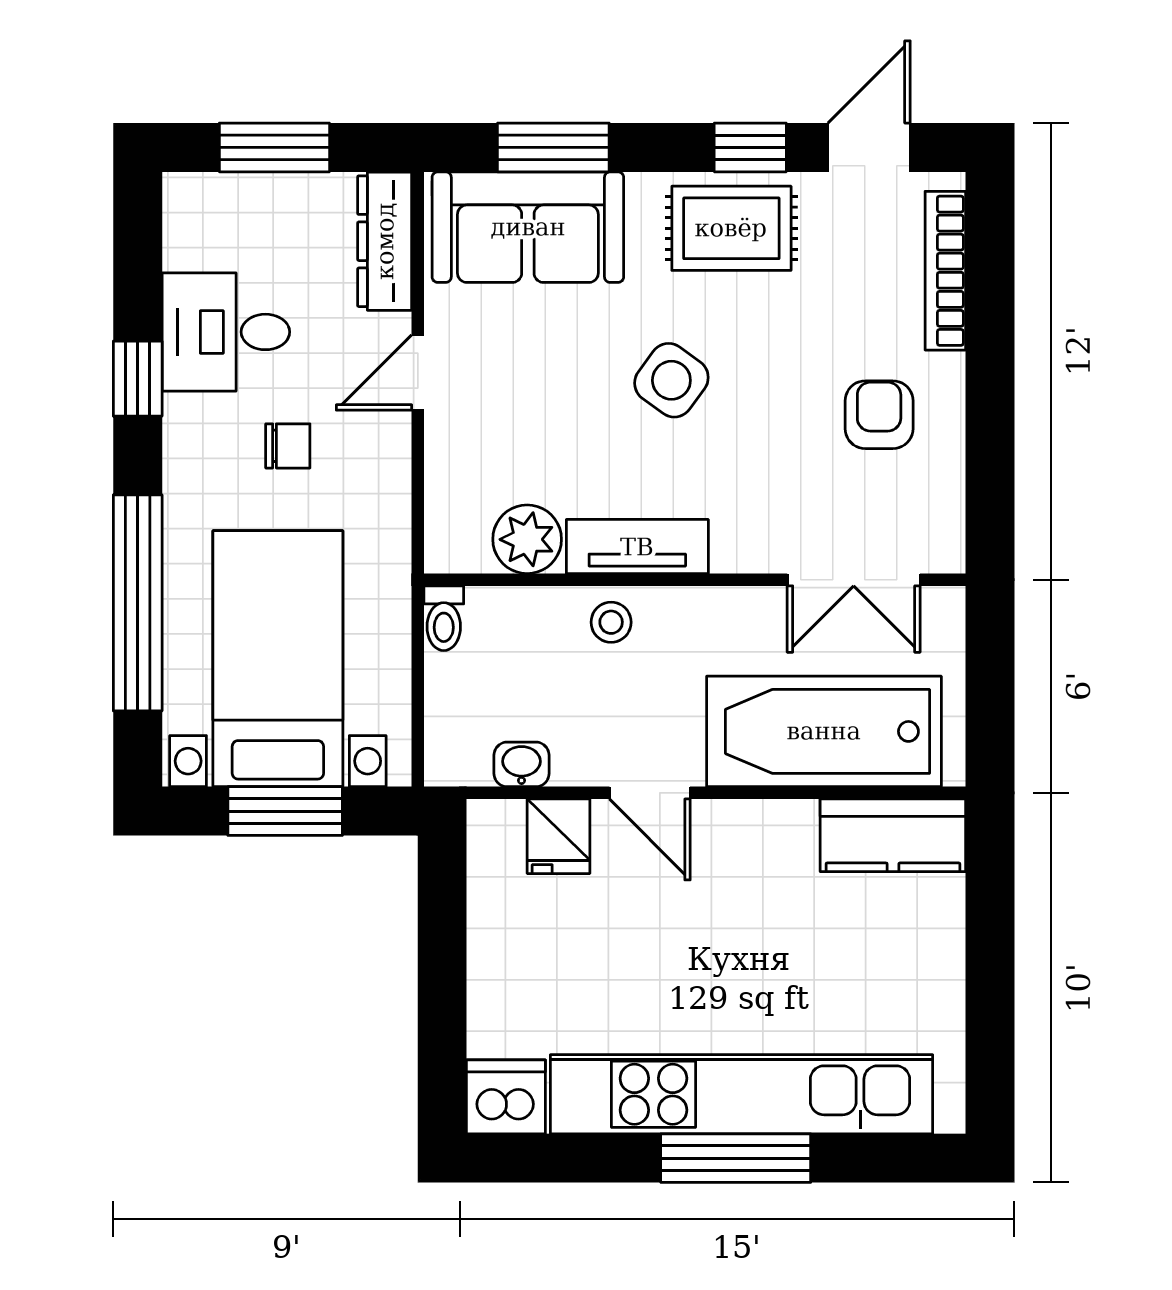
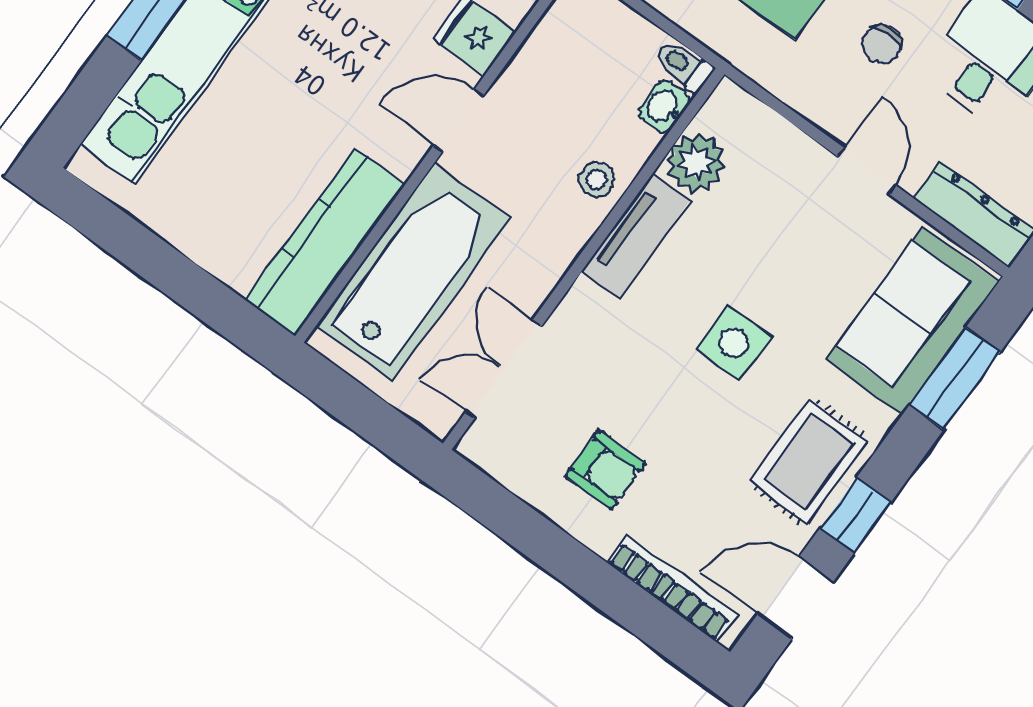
door: (869, 147) -> (796, 598), swing flipped
side table: (671, 380) -> (734, 343), turned -36
washbasin: (522, 764) -> (664, 107), moved, turned 180
kitchen counter: (893, 835) -> (325, 242), width x1.50

